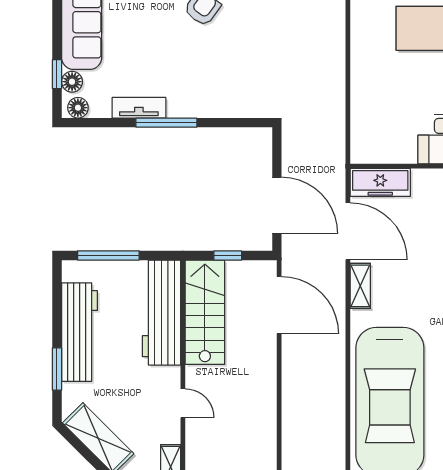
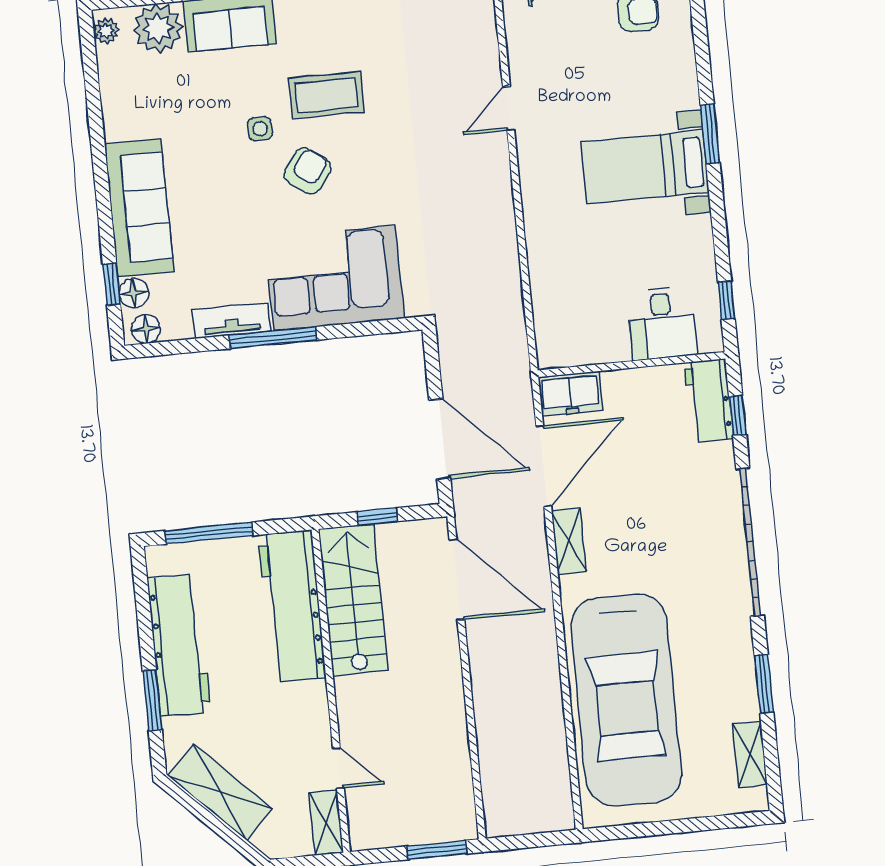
corner sofa: (214, 85) -> (334, 278), added
freezer: (380, 182) -> (570, 394), width x0.71
door: (348, 231) -> (544, 466), hinge flipped
door: (183, 403) -> (338, 768), moved

